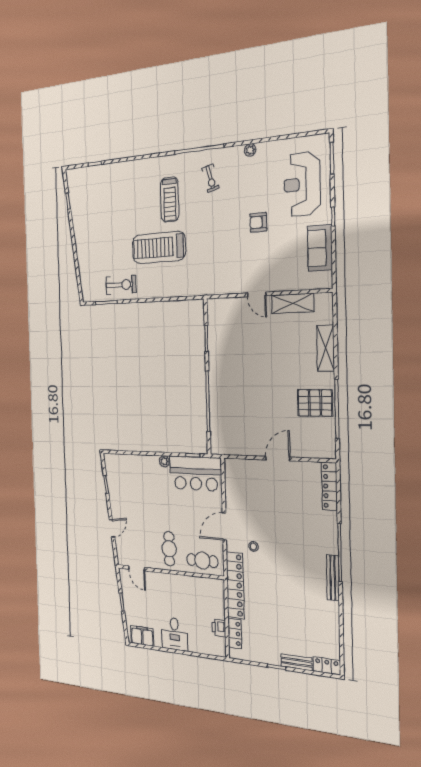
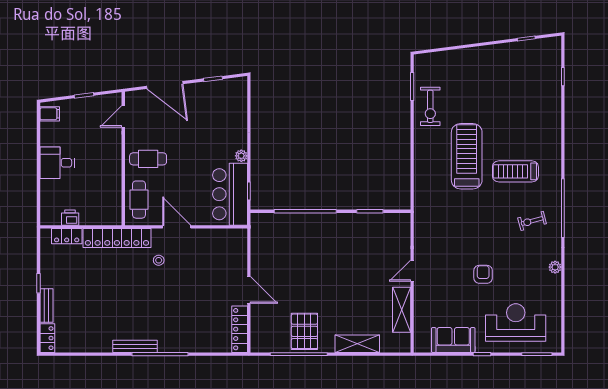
locker: (329, 486) -> (240, 329), moved, turned -90
door: (112, 528) -> (165, 85), width x1.87
filing cabinet: (142, 636) -> (50, 114), width x0.50

